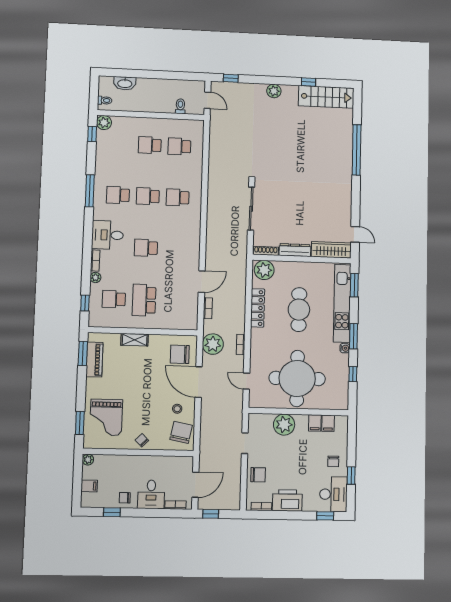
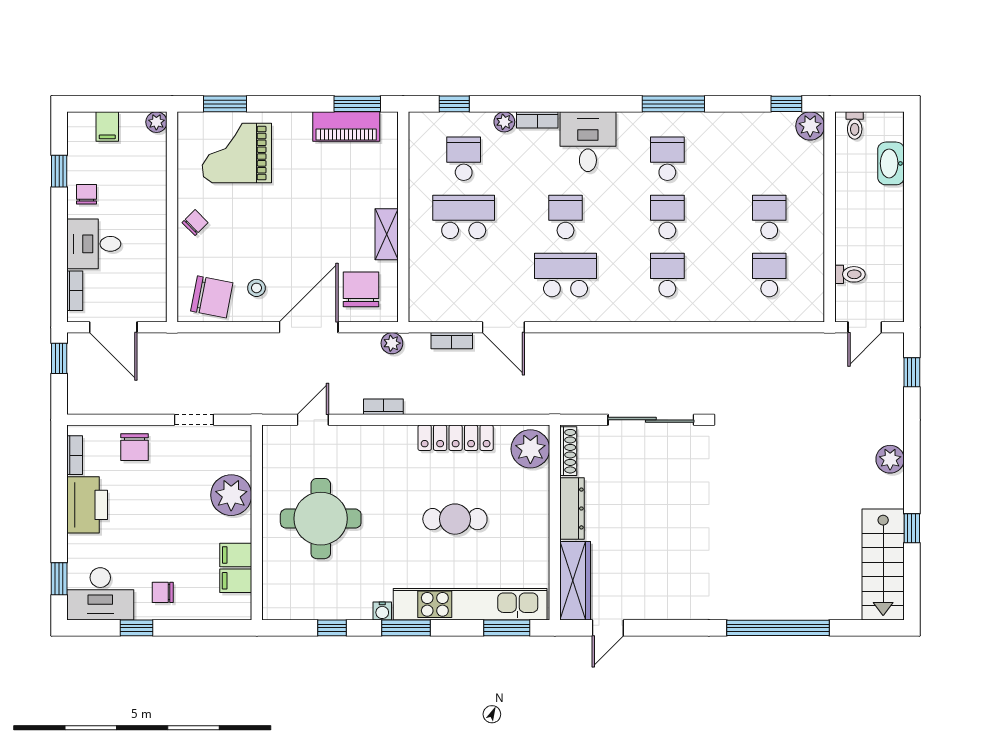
school desk: (176, 249) -> (566, 275), added
cafe table: (299, 310) -> (455, 519), width x0.73, depth x0.74
shelving: (135, 340) -> (387, 234), moved
plant: (213, 344) -> (392, 343), width x0.53, depth x0.53
round table: (297, 378) -> (321, 519), width x0.73, depth x0.73

